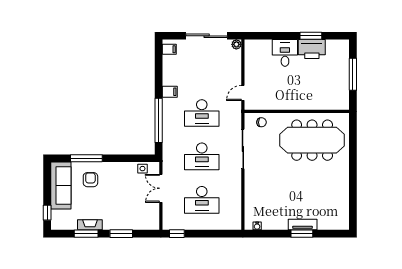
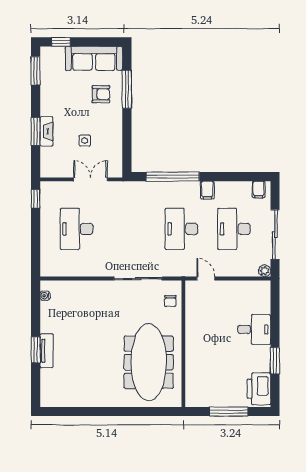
printer: (312, 49) -> (259, 389), moved
desk: (202, 156) -> (234, 229), moved
side table: (142, 169) -> (85, 141), moved
fireplace: (90, 225) -> (46, 131), moved
window: (86, 234) -> (36, 71), moved

